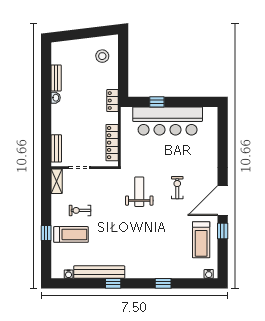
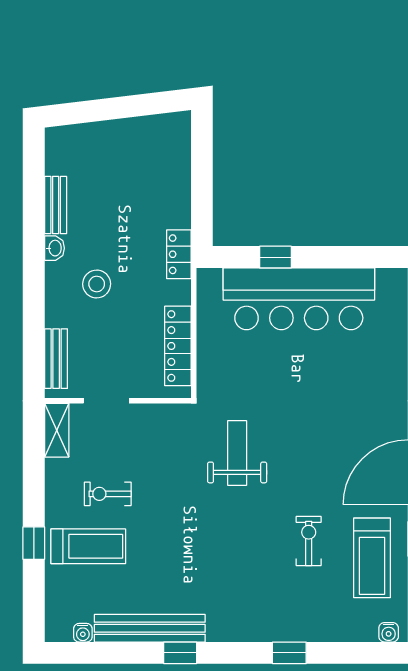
stool: (102, 56) -> (97, 284), moved
exercise bike: (177, 188) -> (309, 541), moved

